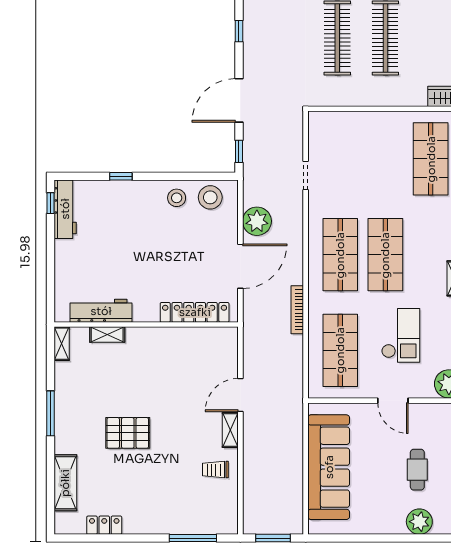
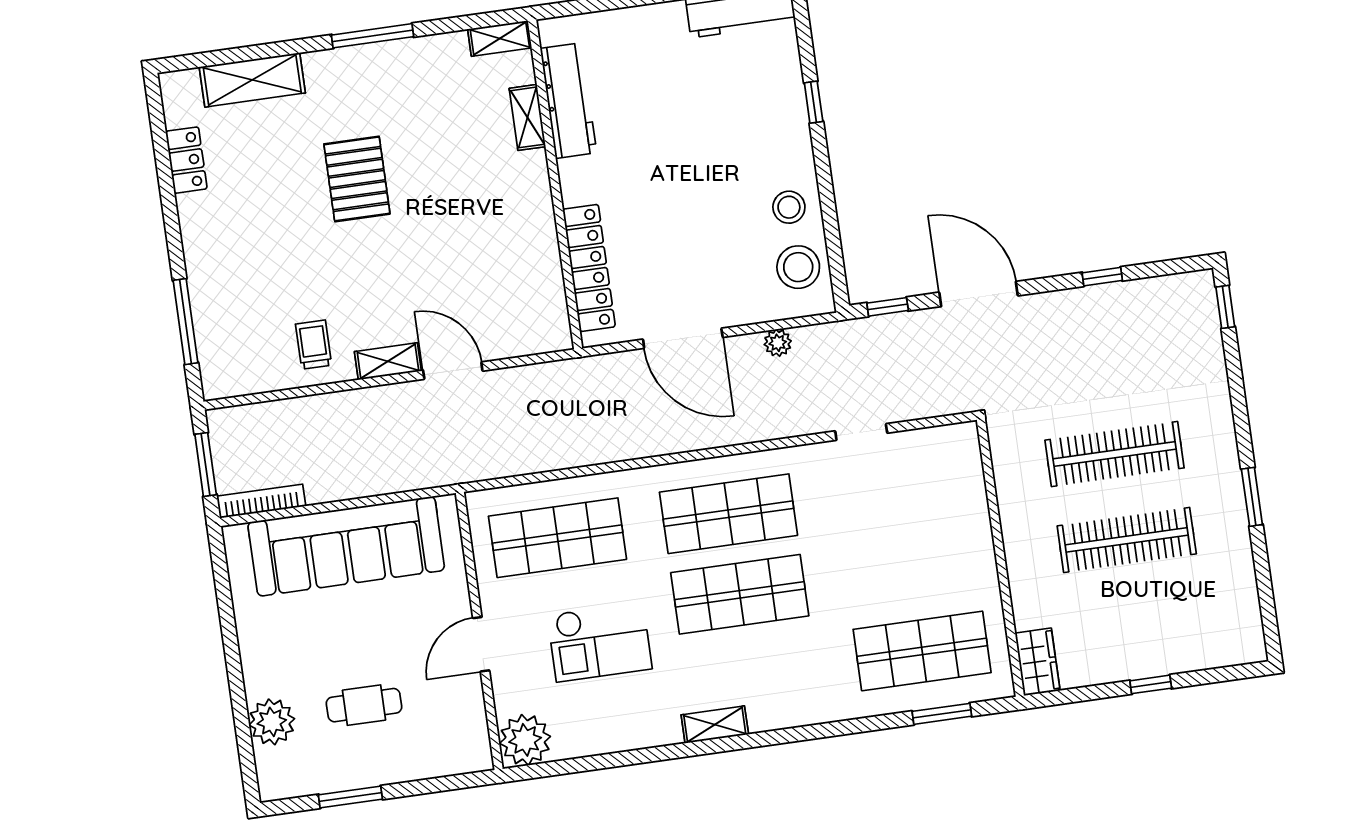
plant: (257, 221) -> (778, 343), width x0.53, depth x0.53
bookcase: (297, 310) -> (261, 501), moved

